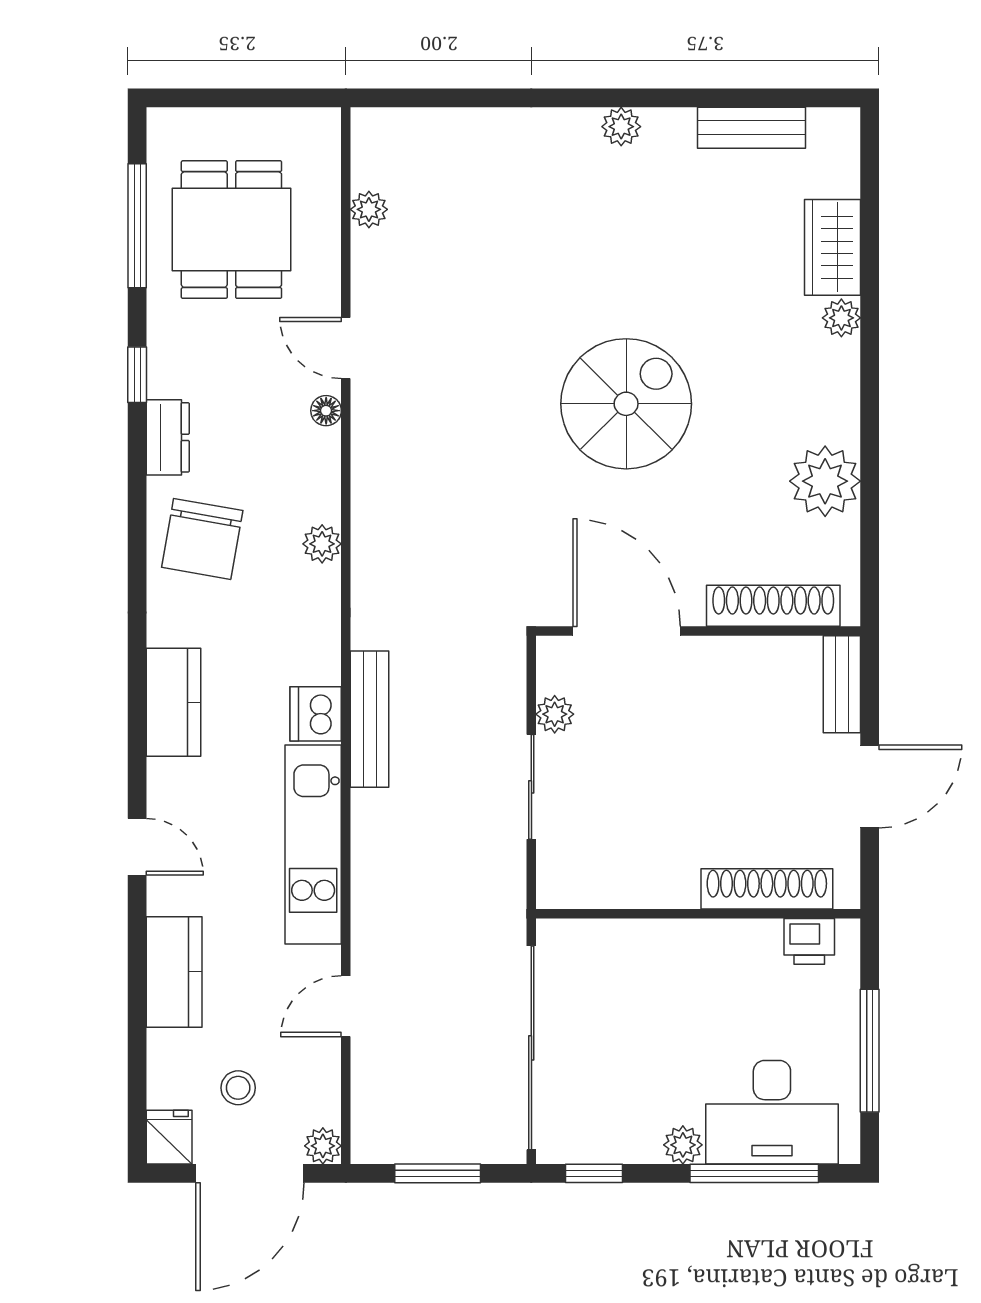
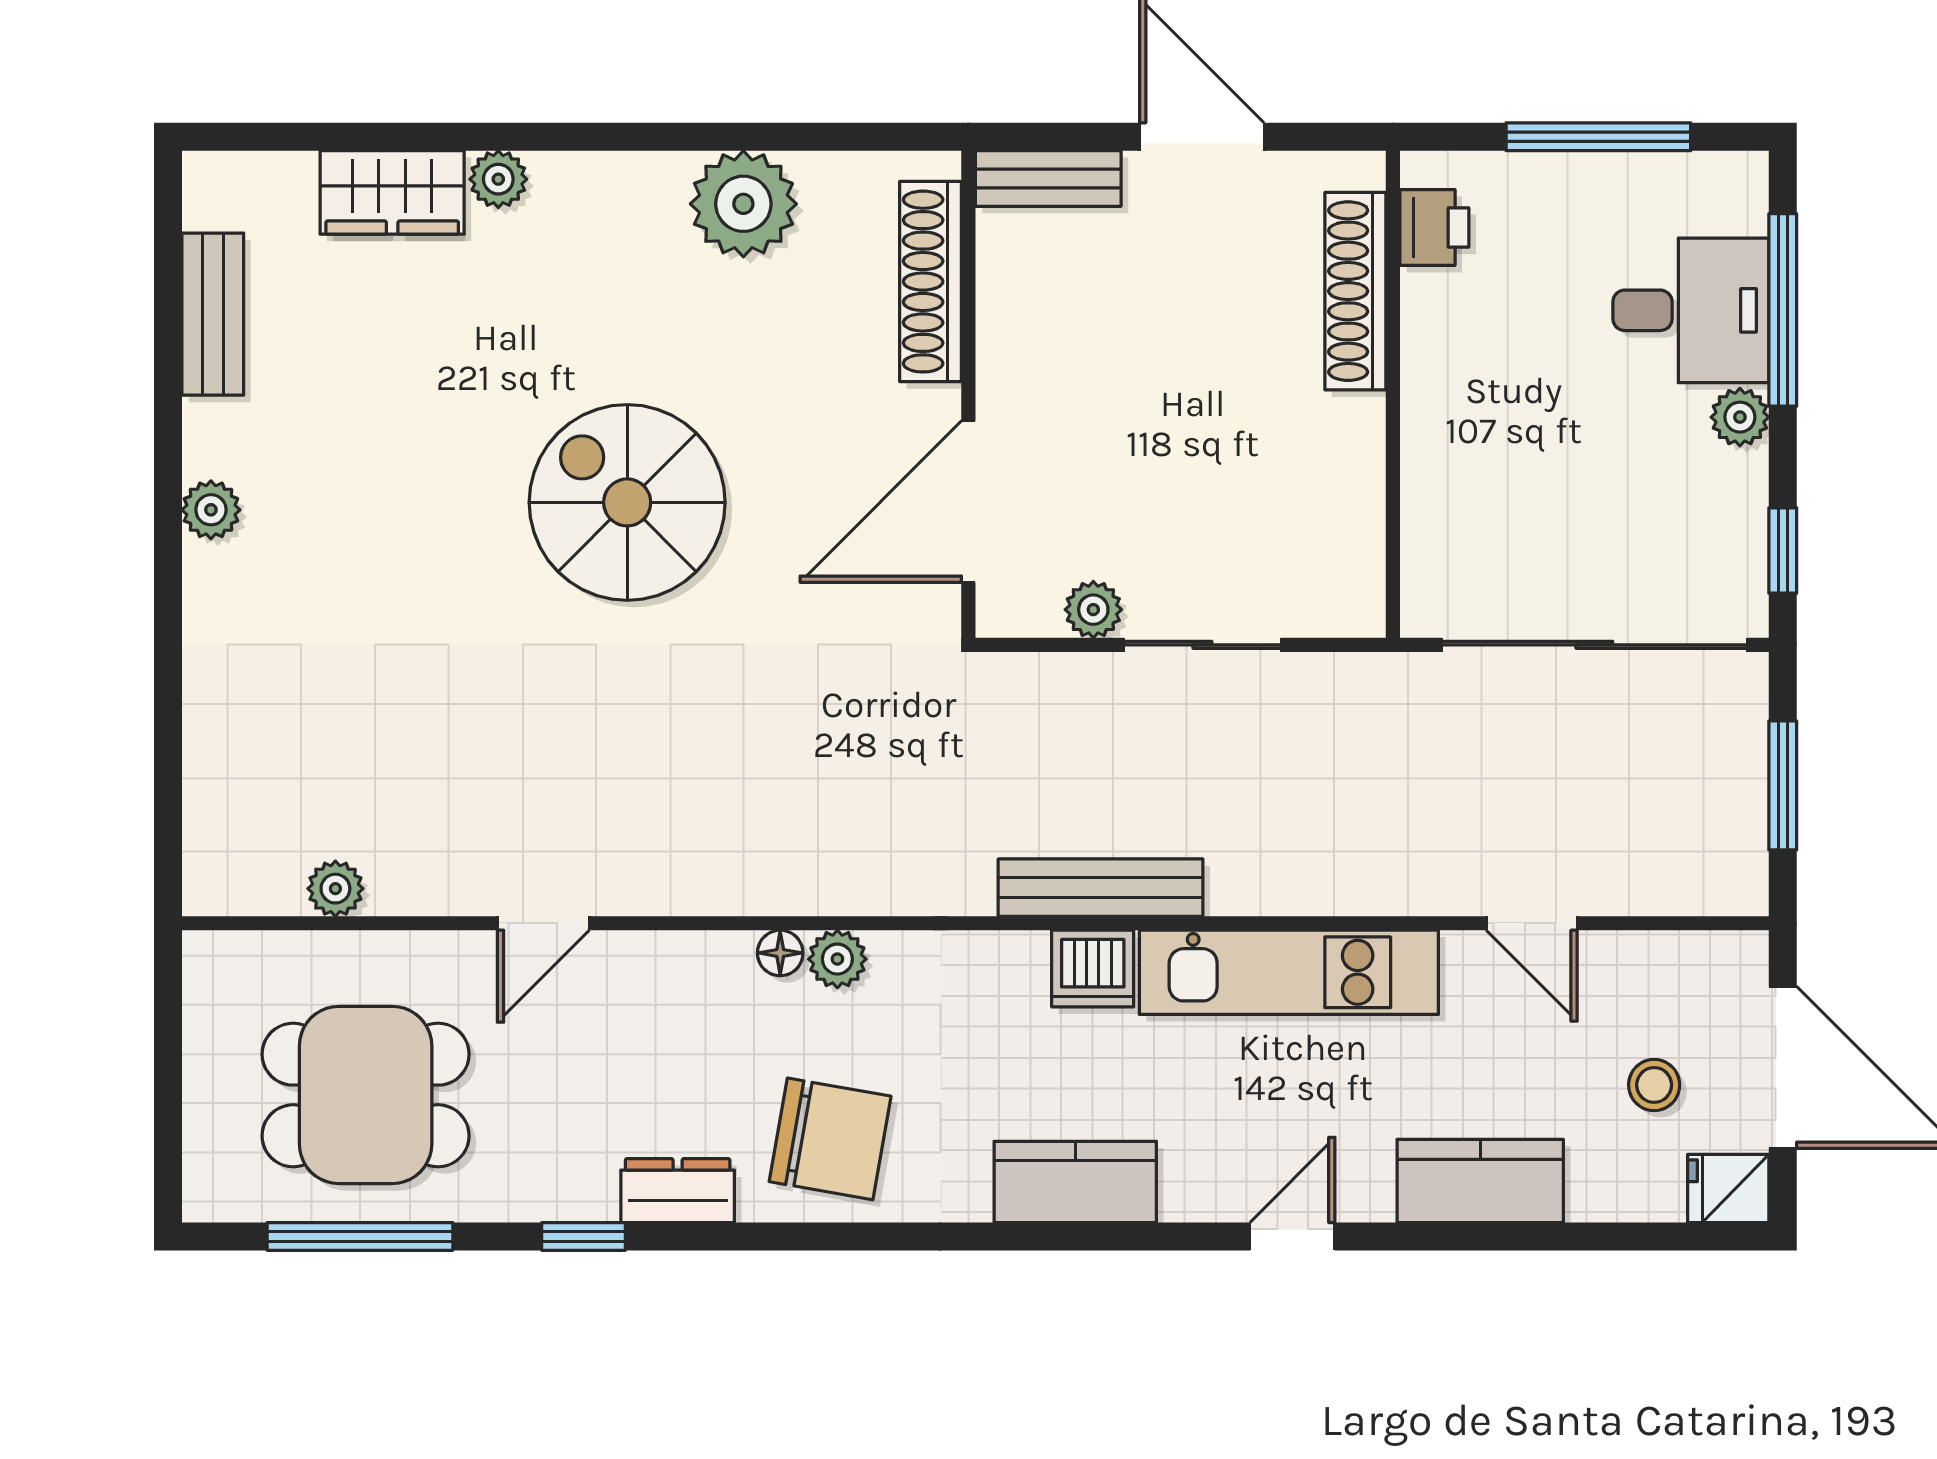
floor lamp: (326, 411) -> (780, 953), moved
desk: (772, 1112) -> (1691, 310), width x0.73
plant: (323, 1146) -> (1741, 958), removed

